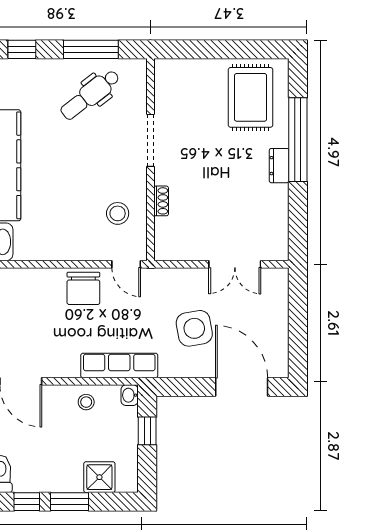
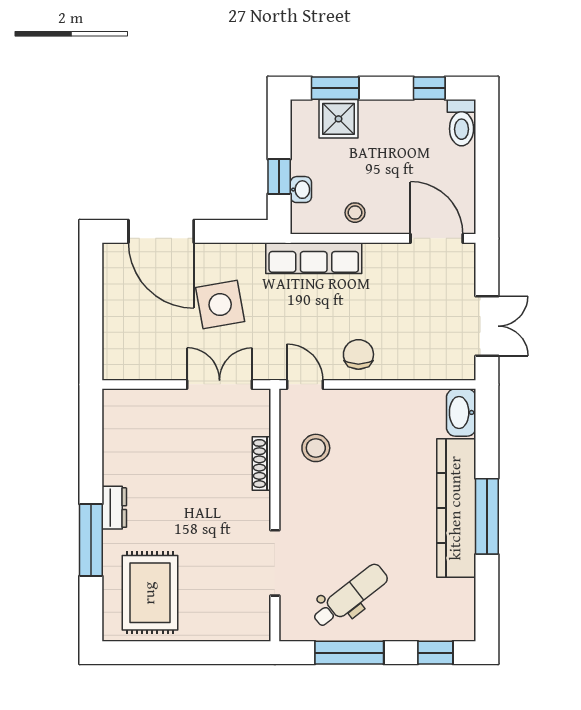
doorway: (150, 140) -> (275, 563), moved
window: (298, 140) -> (91, 540), width x0.68
shoe rack: (161, 201) -> (262, 464), width x1.43
double door: (235, 264) -> (220, 384), moved
chair: (83, 288) -> (358, 354), width x0.73, depth x0.73
washbasin: (130, 395) -> (301, 190), moved
window: (70, 502) -> (335, 88), moved

